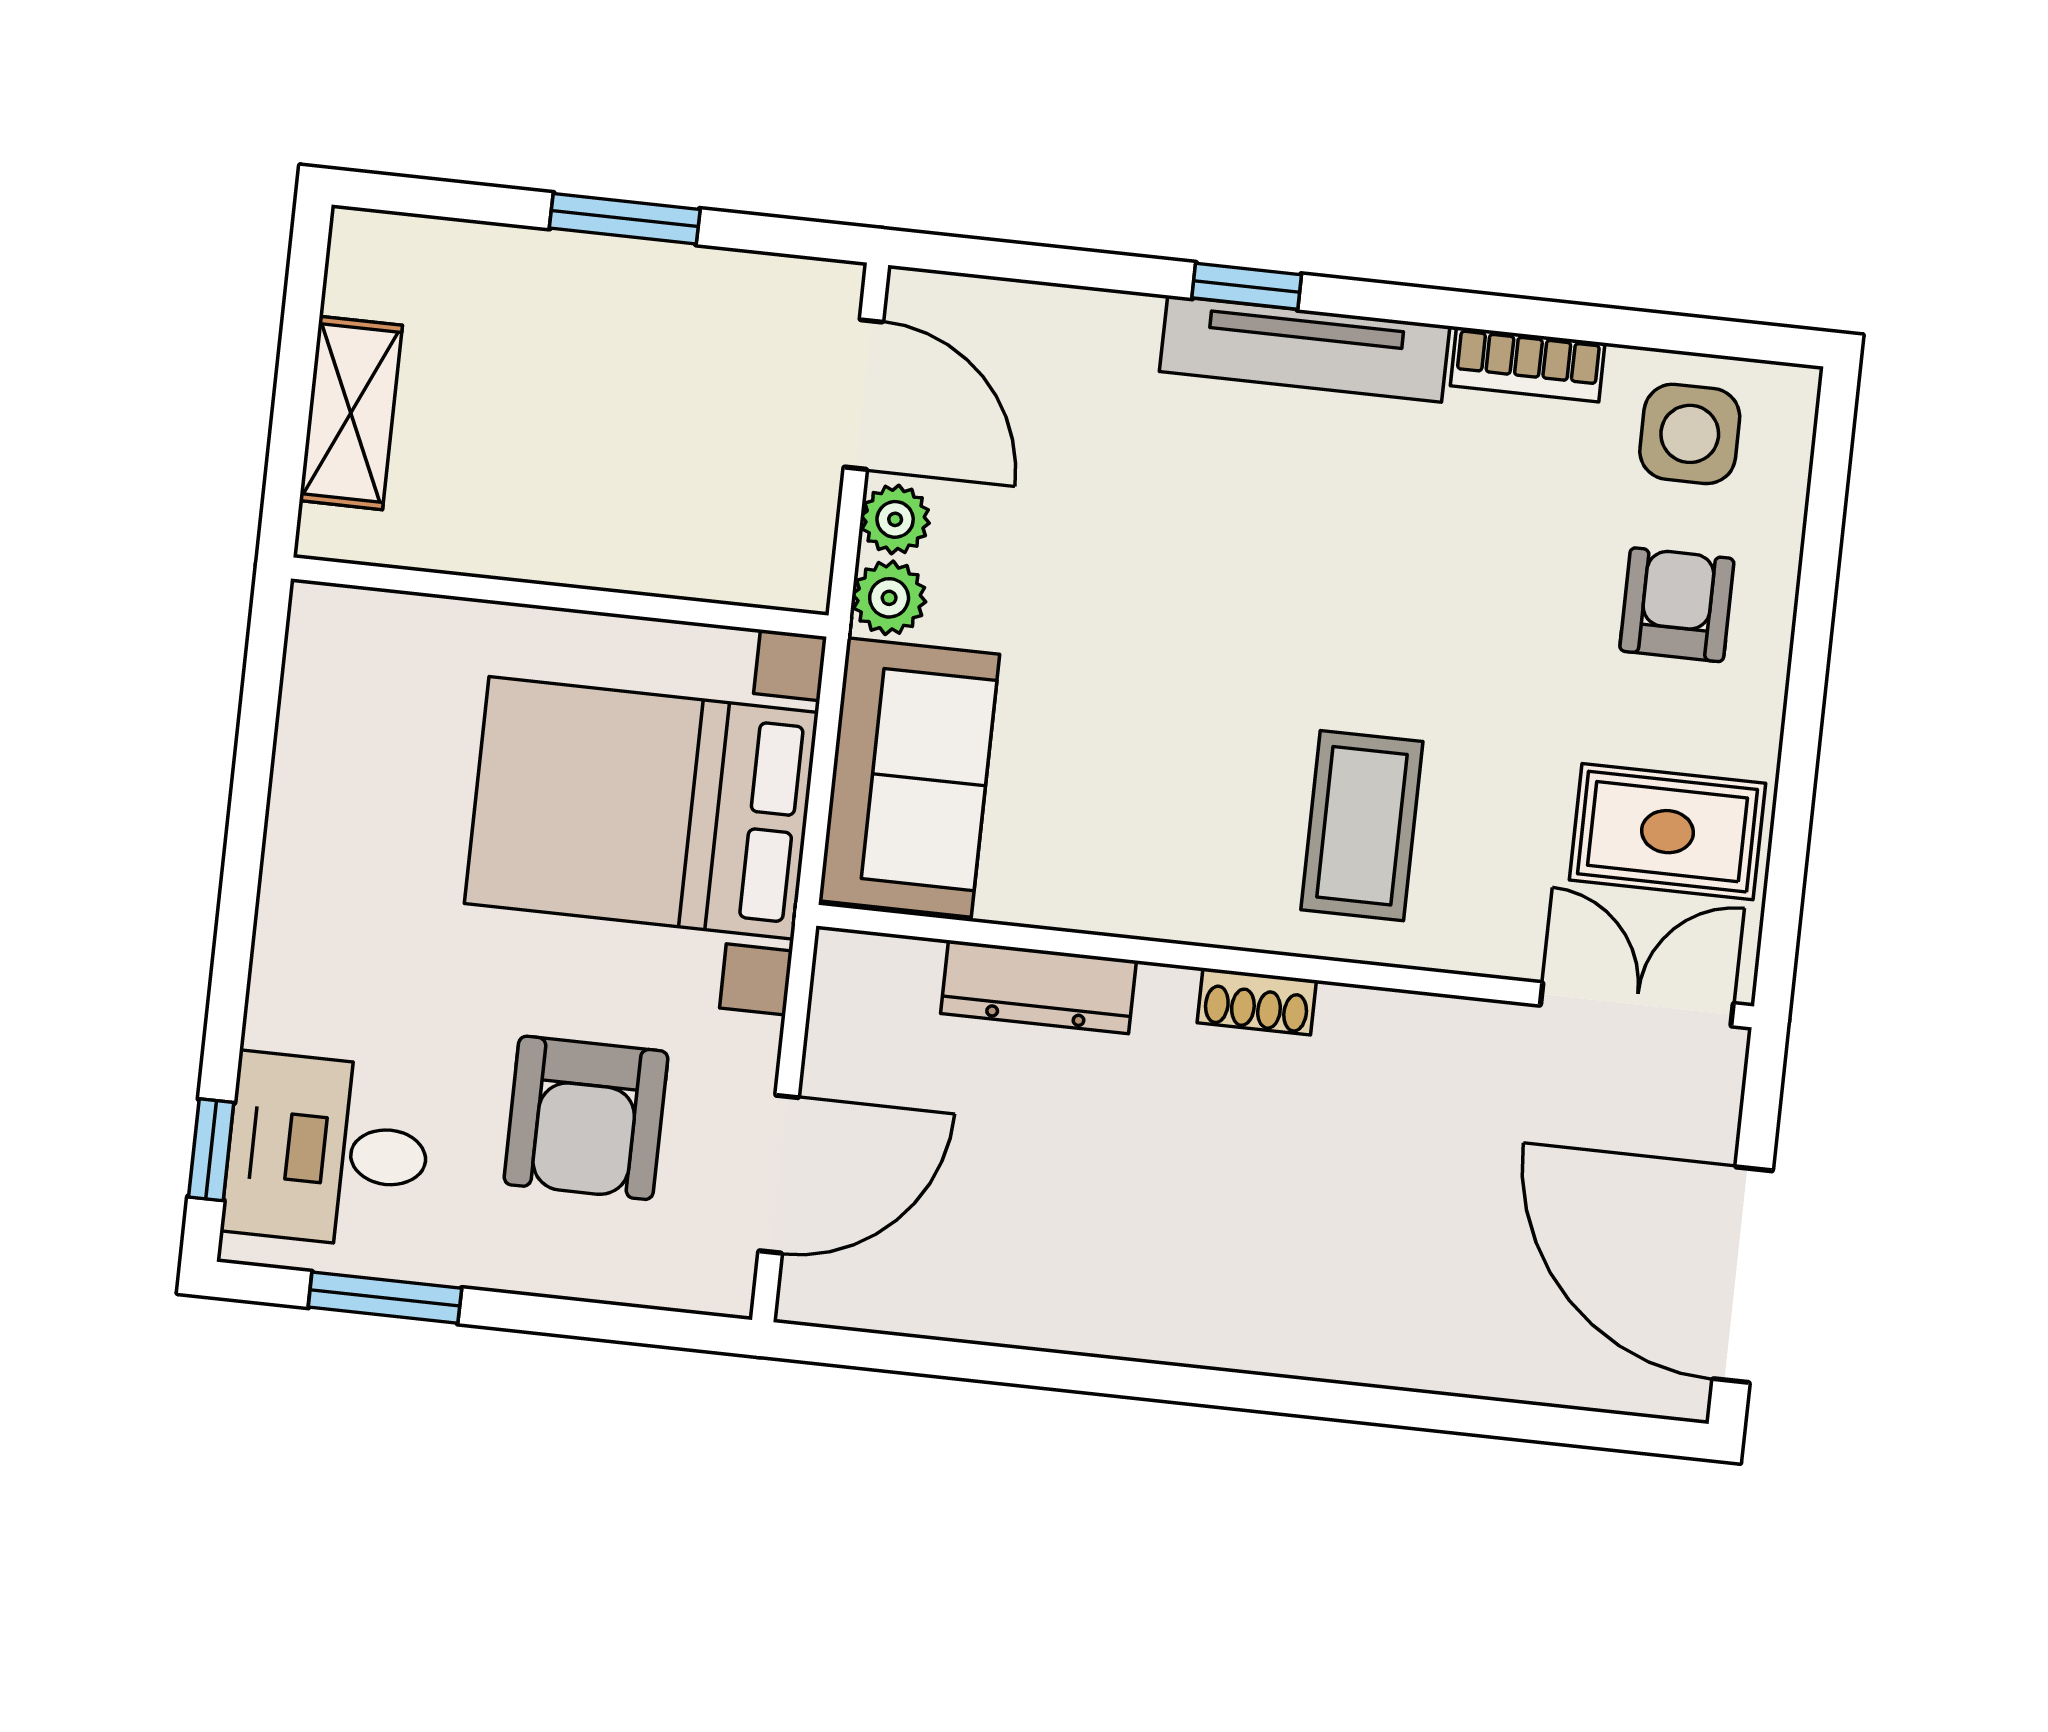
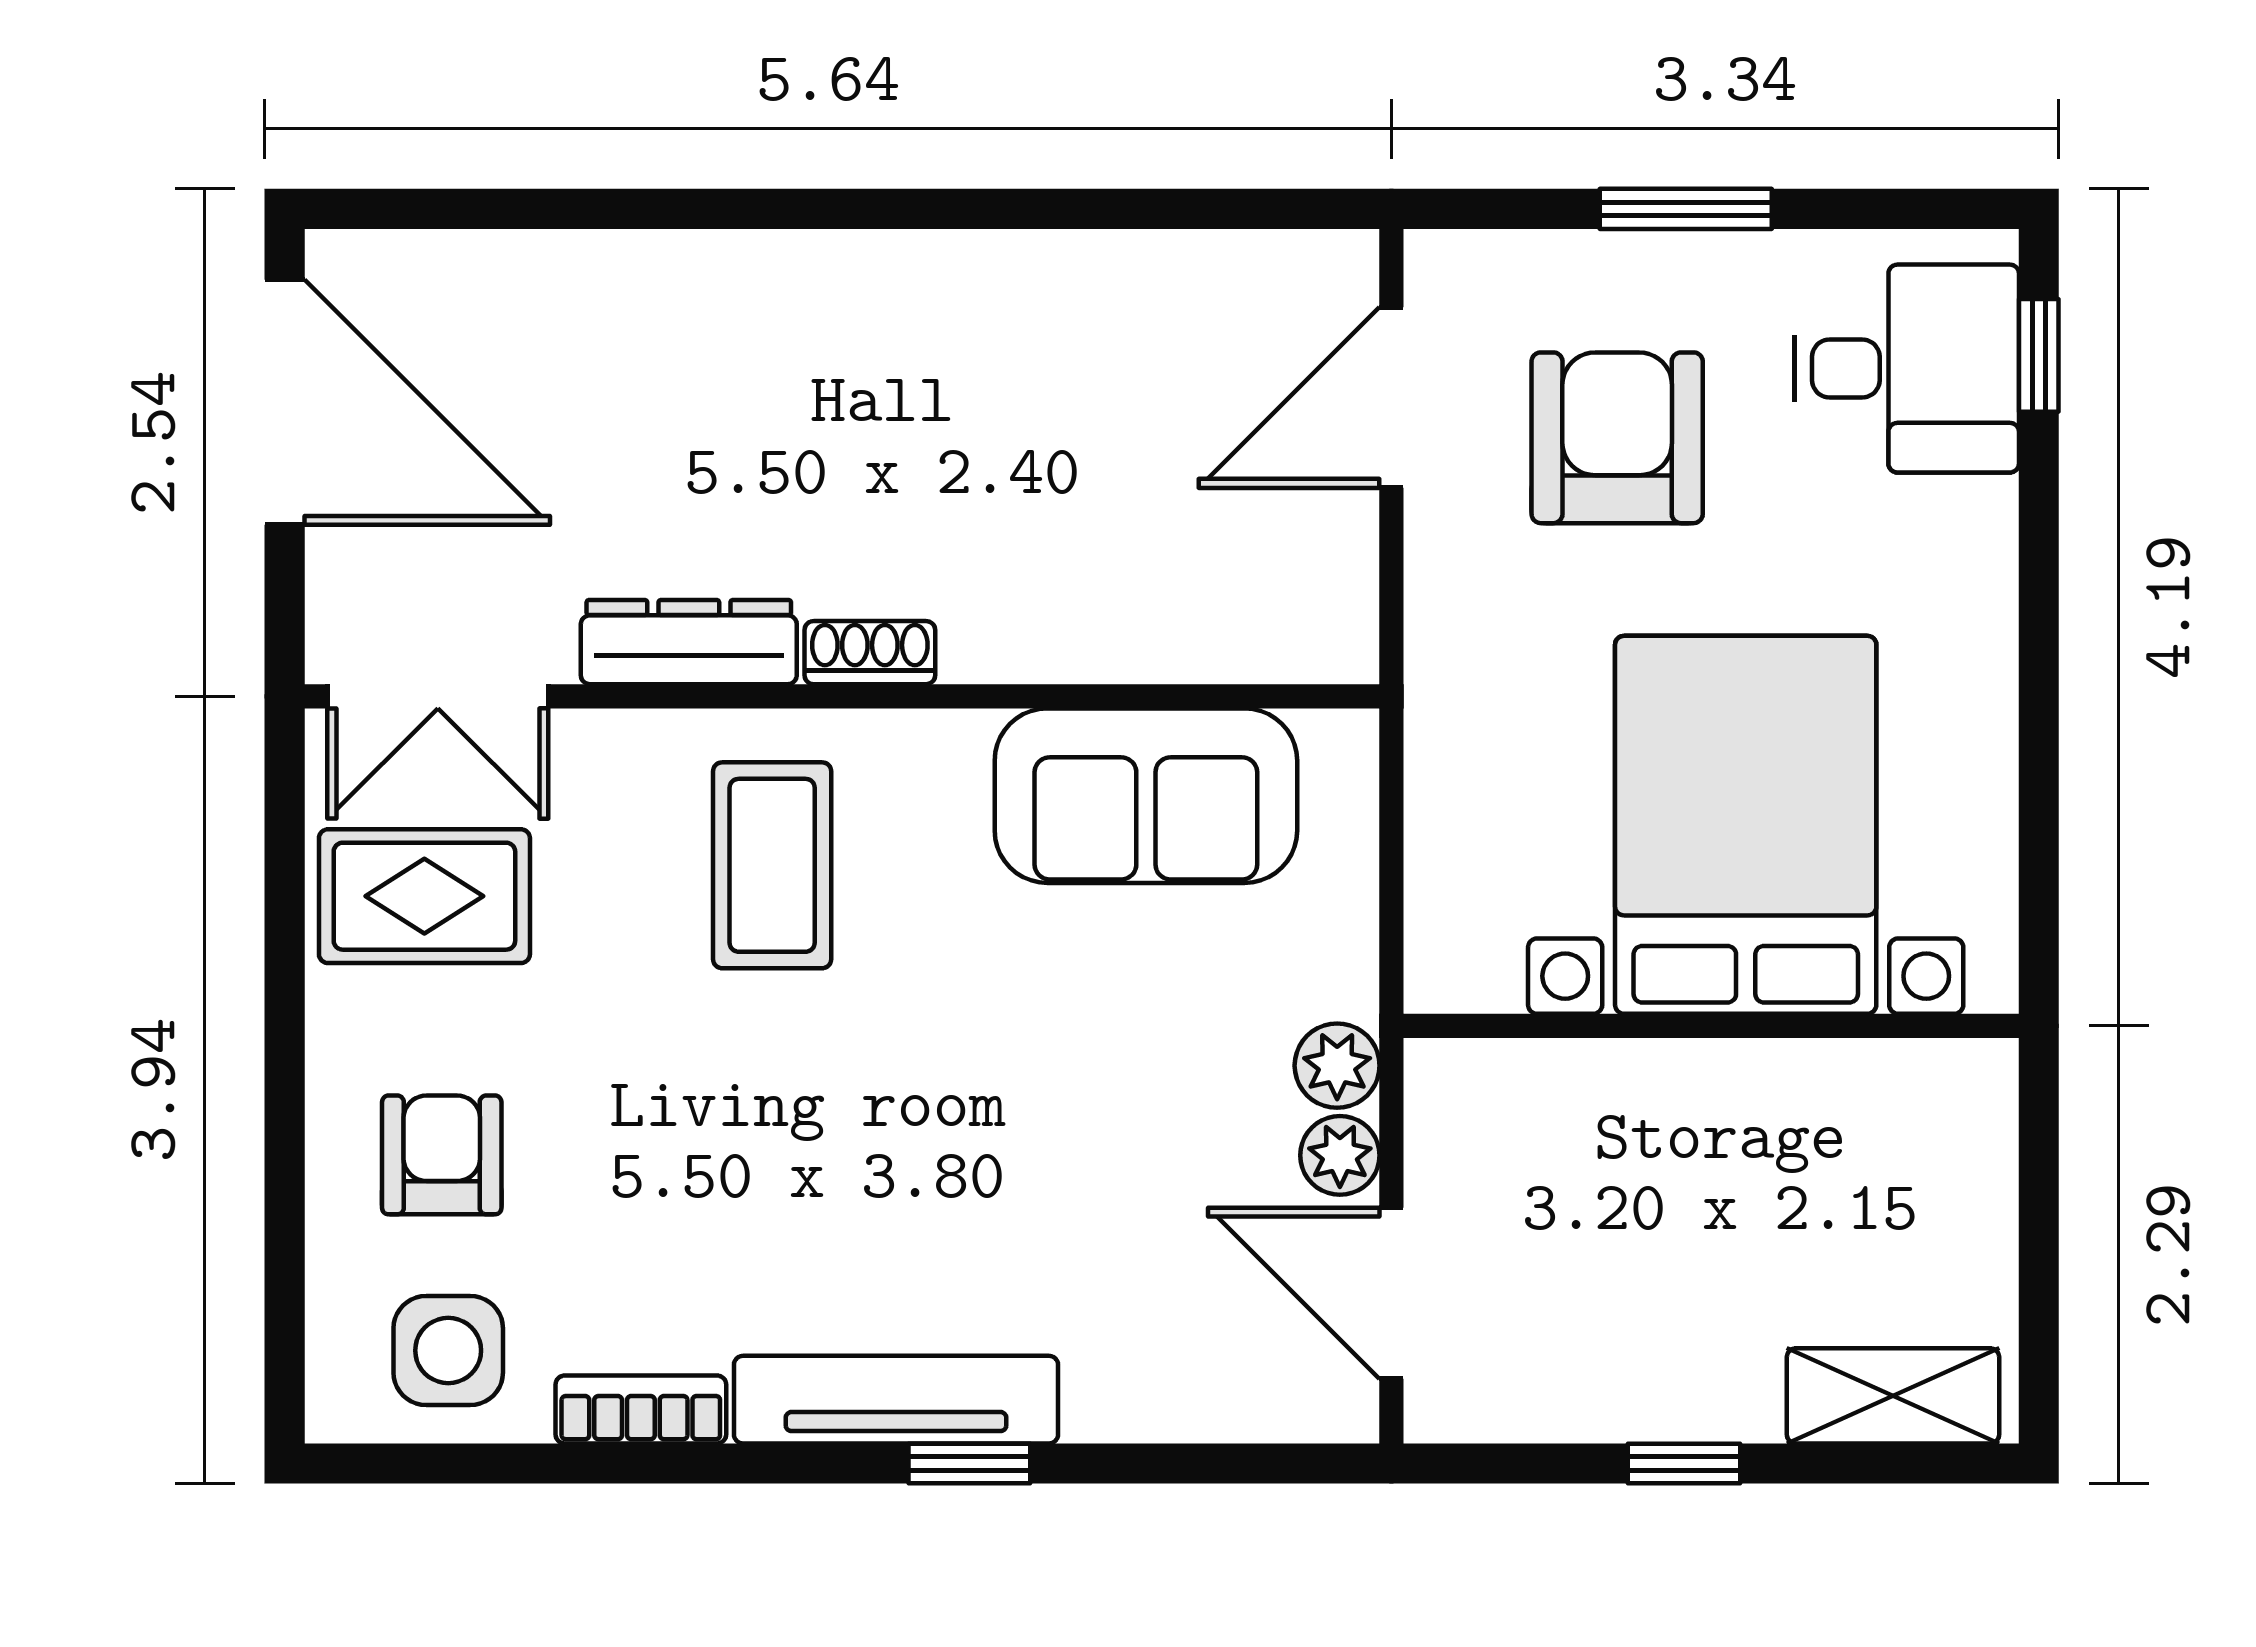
window: (625, 219) -> (1684, 1463), width x0.67
shelving: (351, 413) -> (1893, 1396), moved, turned 90
armchair: (1677, 605) -> (442, 1155), turned 180
sofa: (909, 777) -> (1146, 796), moved, turned -90
bed with nightstands: (641, 808) -> (1746, 825), moved, turned -90
dresser: (1038, 987) -> (689, 642), moved
window: (385, 1298) -> (1686, 209), moved

